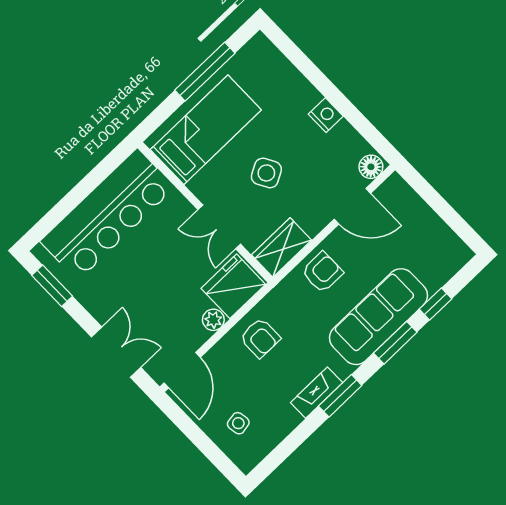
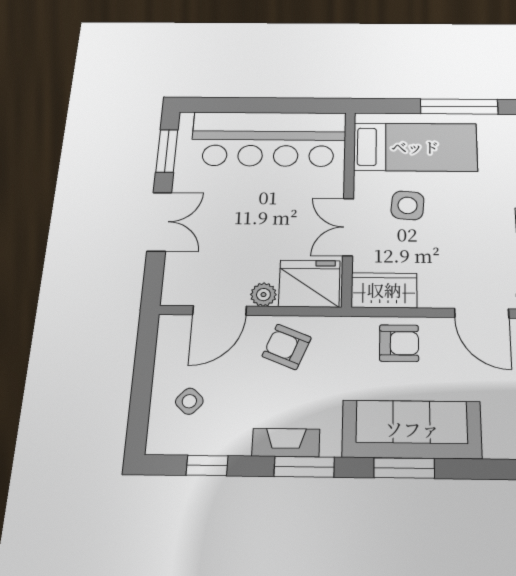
side table: (266, 173) -> (408, 205), moved, turned 34
window: (436, 304) -> (207, 465), moved
armchair: (260, 338) -> (287, 347), turned 112
double door: (116, 352) -> (159, 222), moved
door: (182, 370) -> (220, 310), moved
side table: (238, 423) -> (189, 401), turned -37

